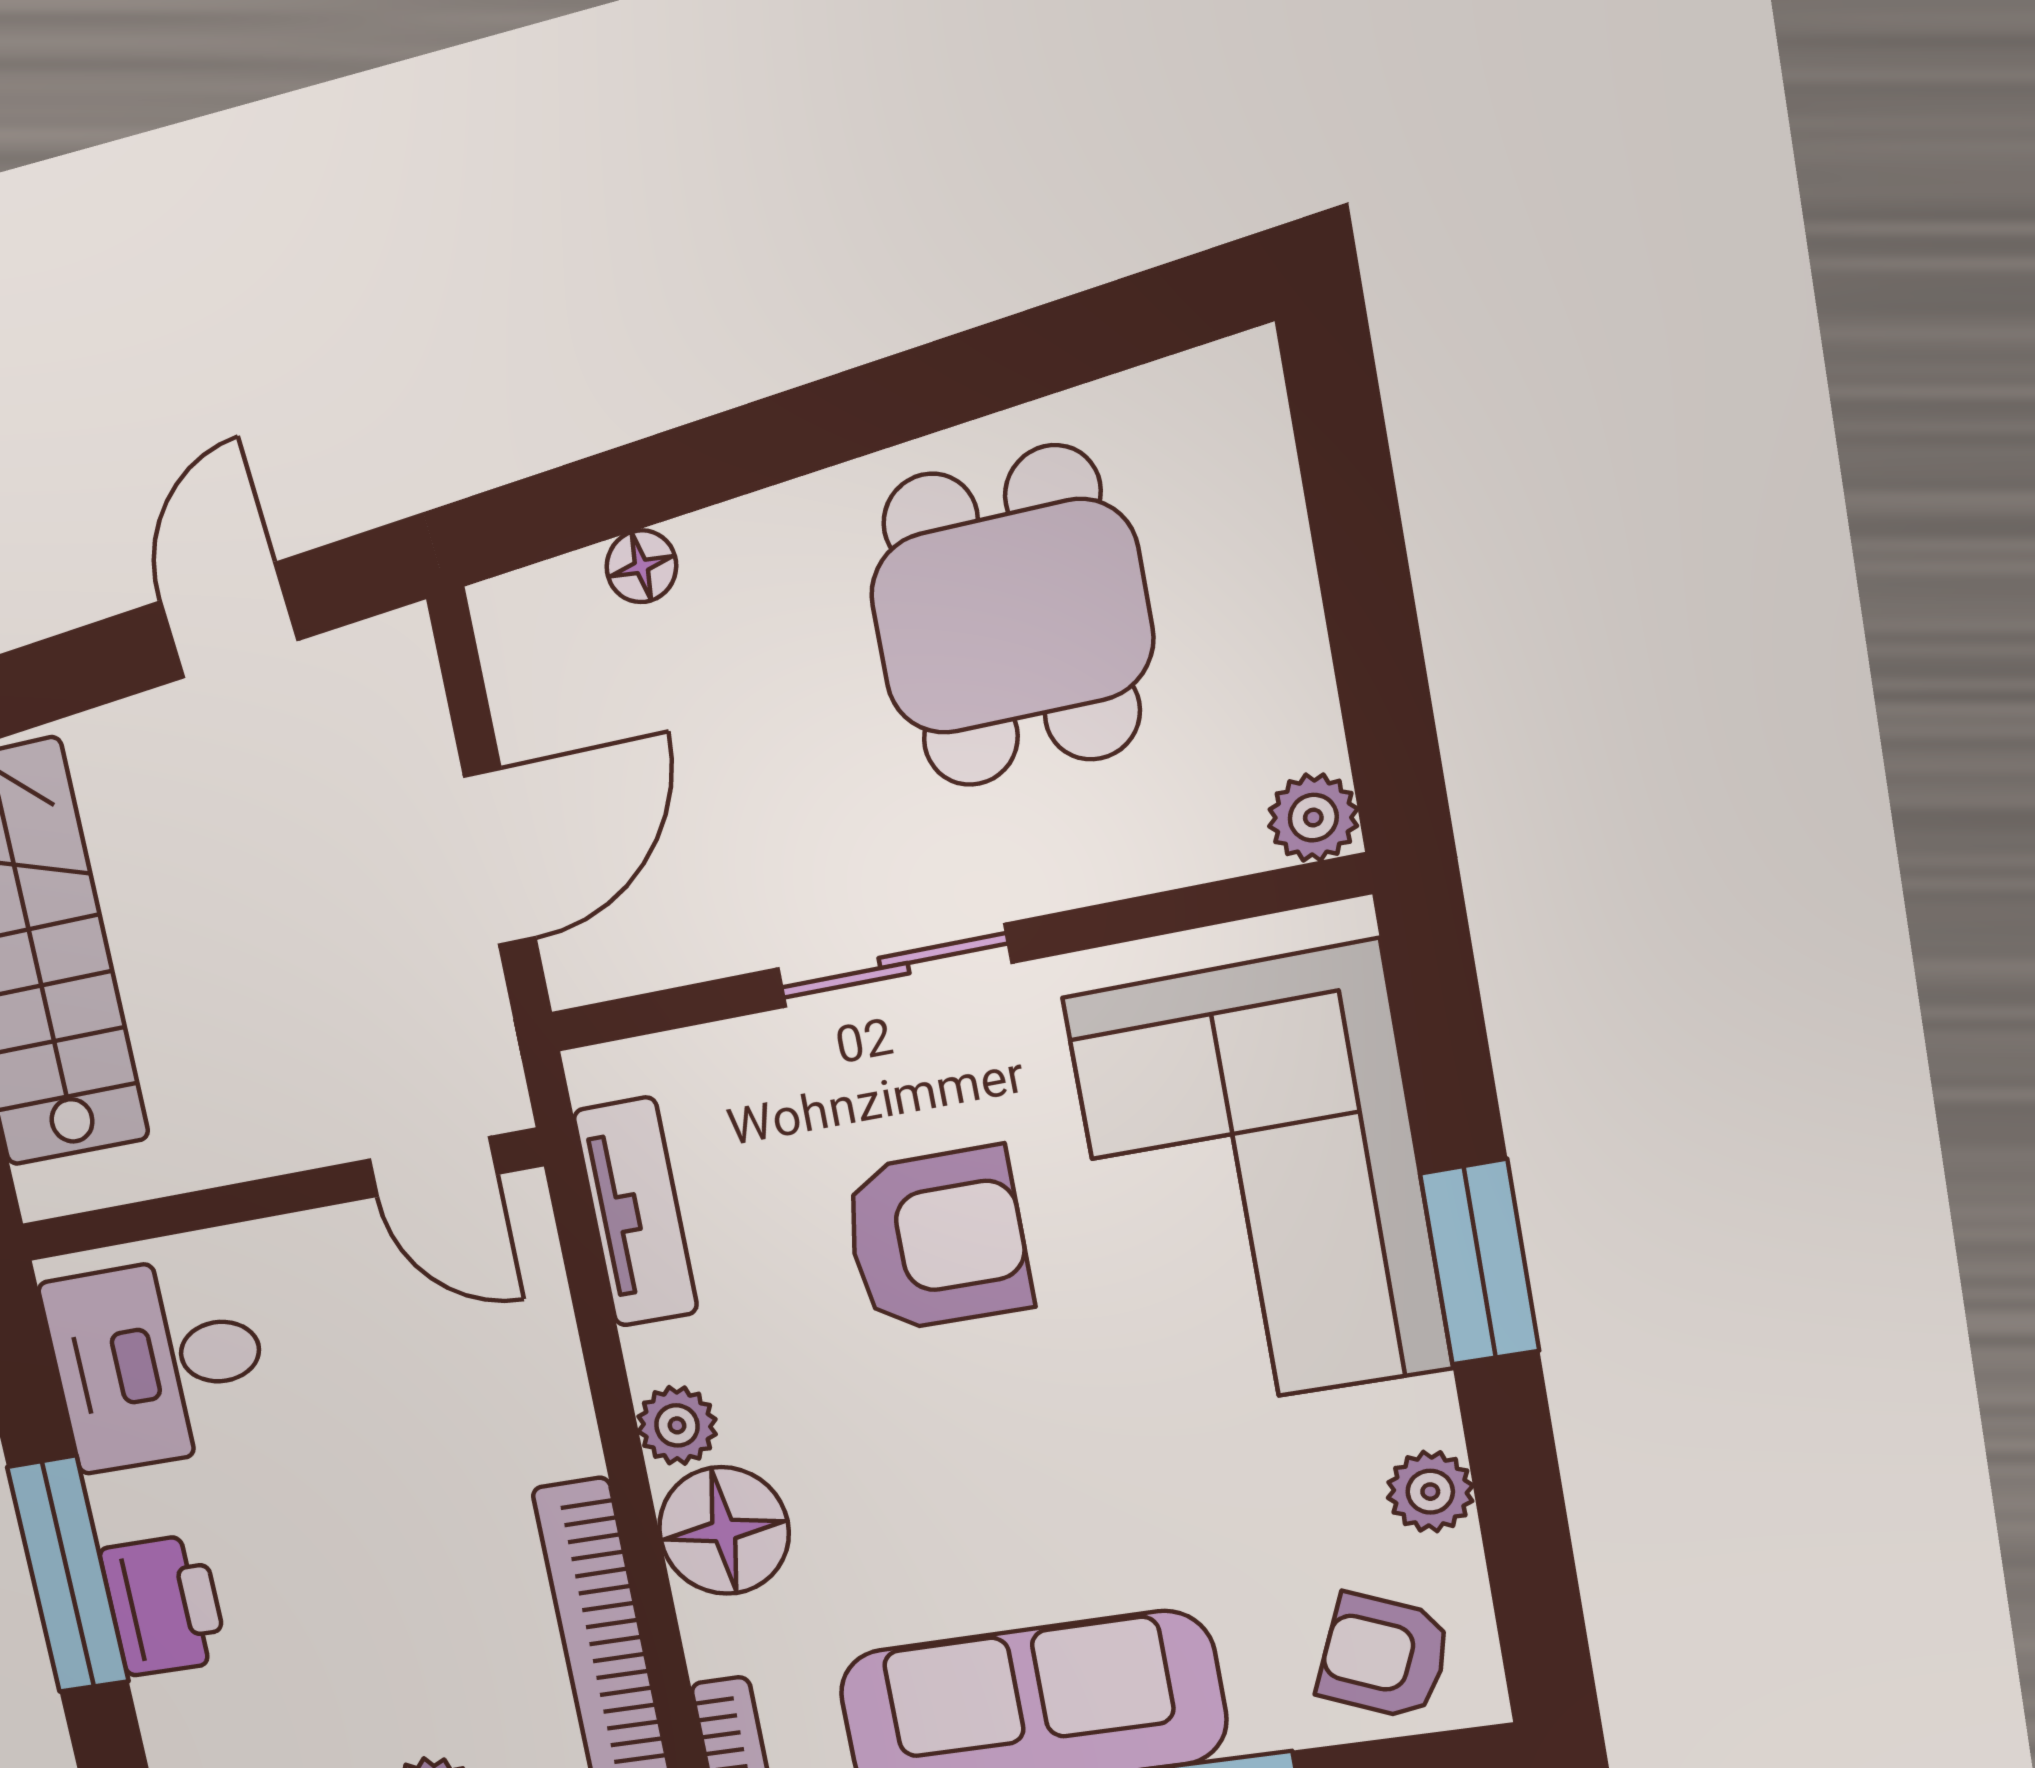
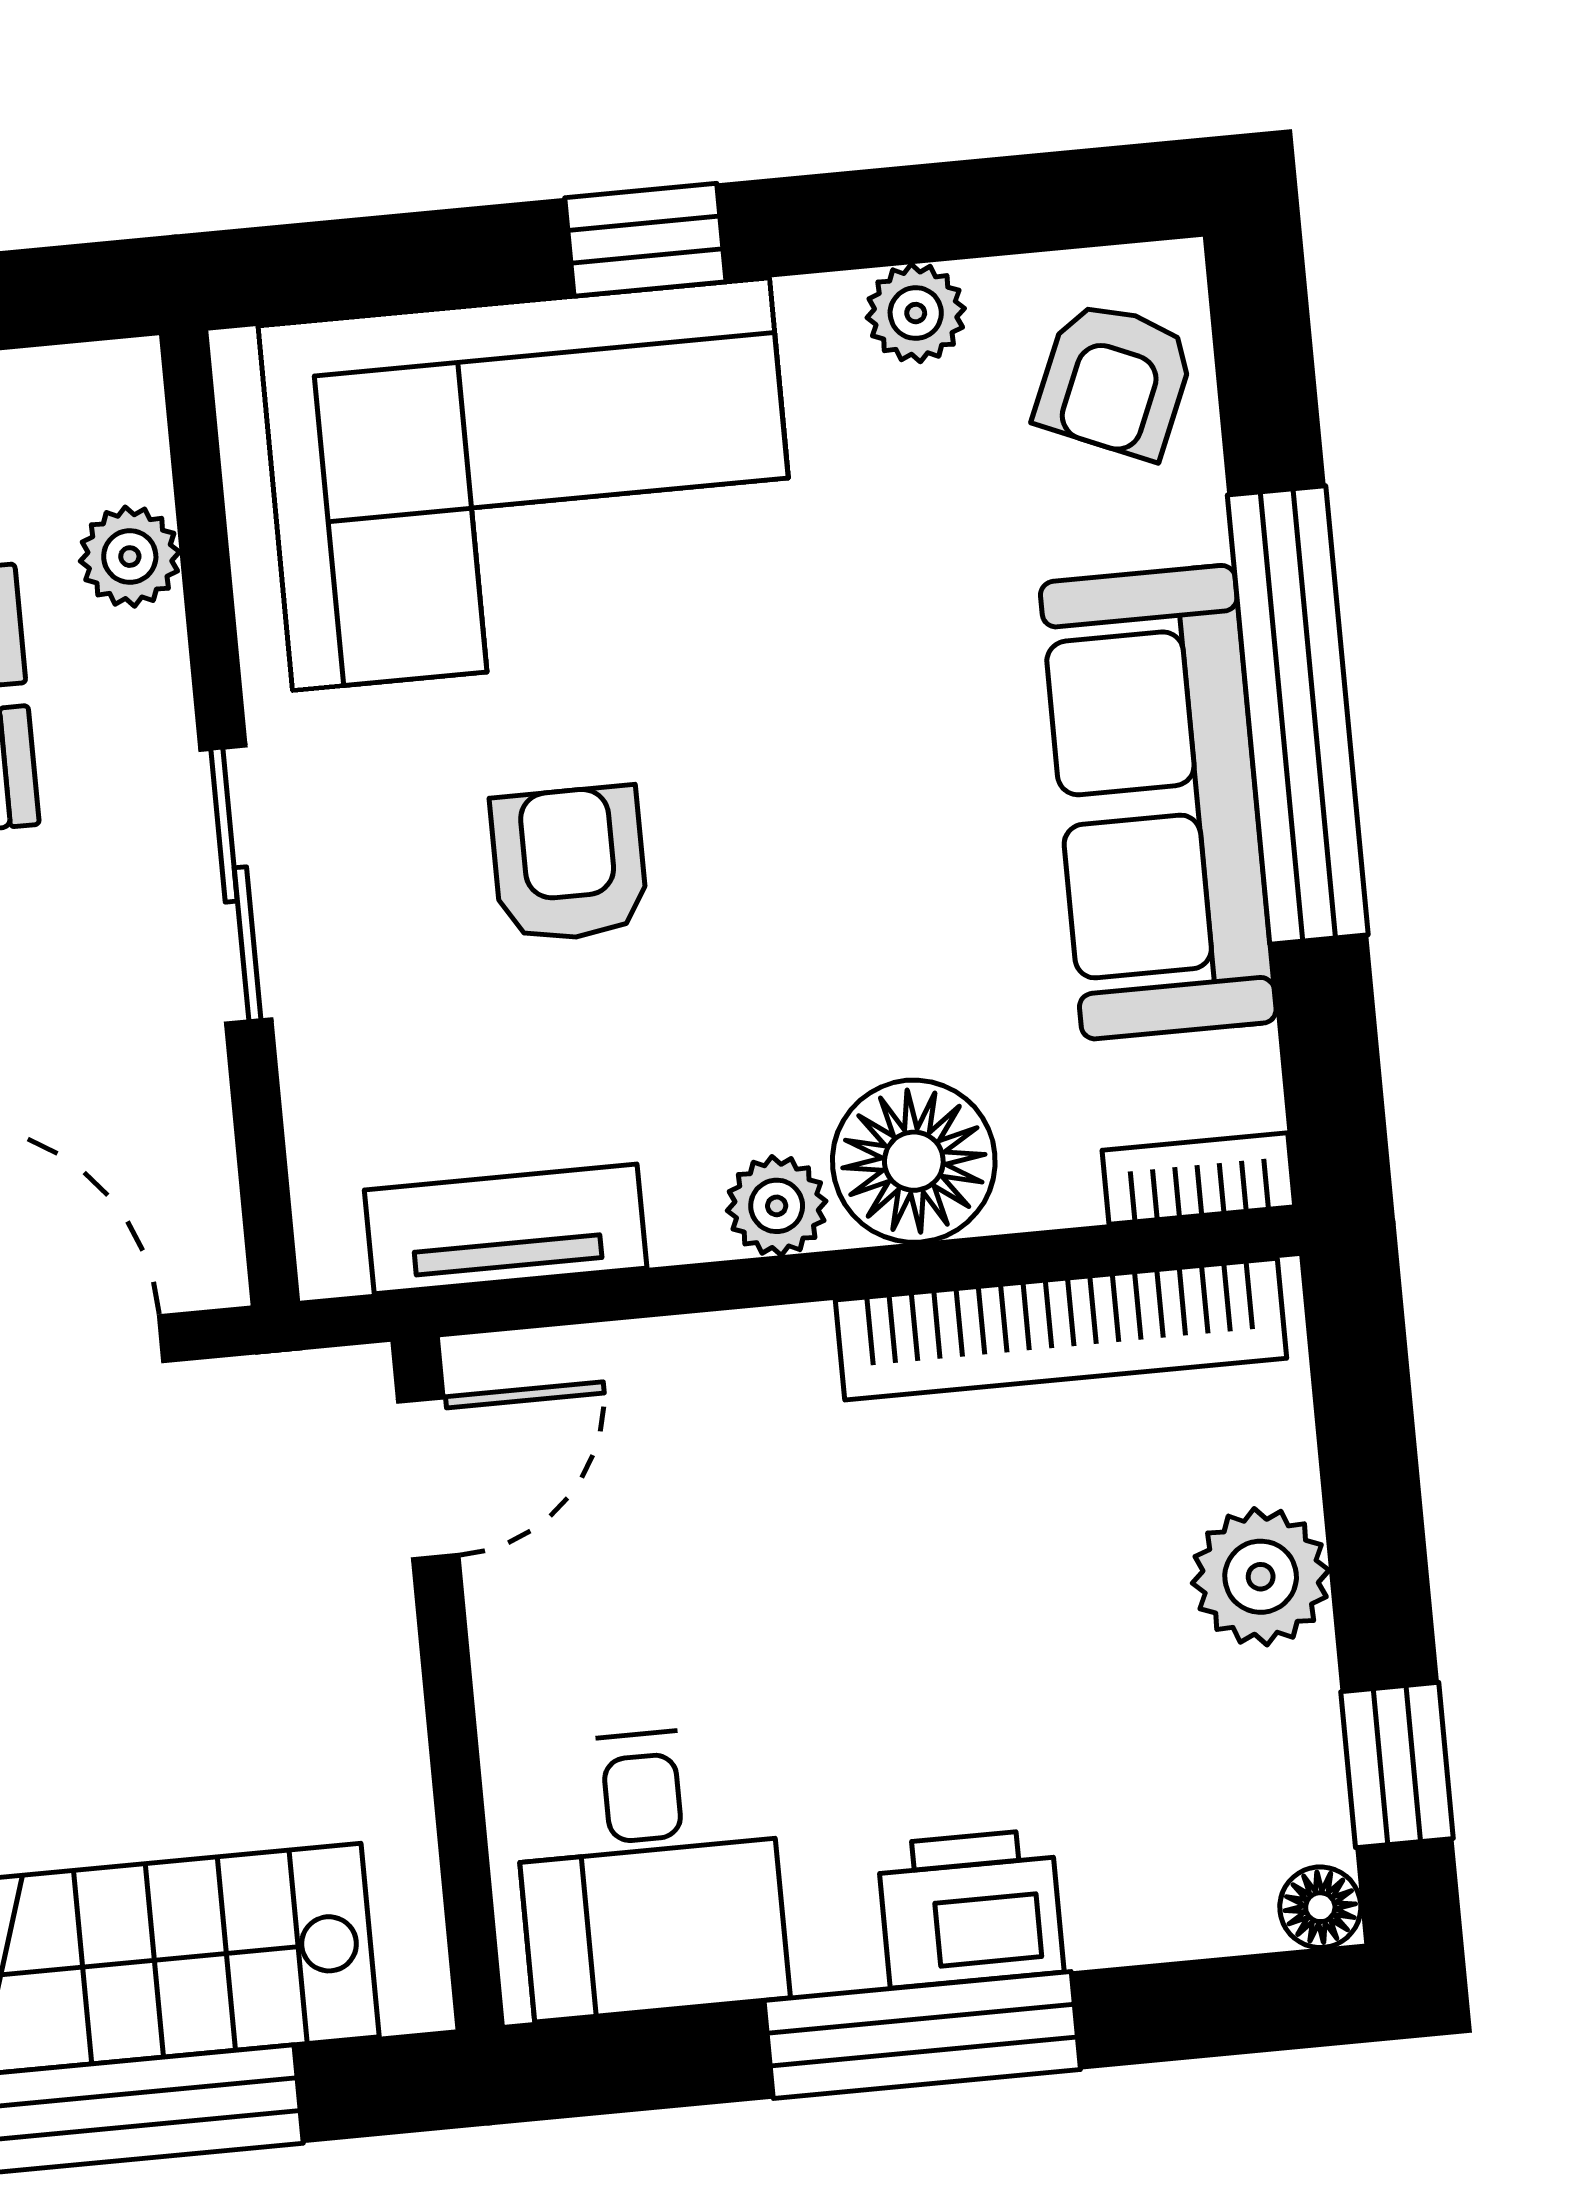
plant: (1313, 818) -> (130, 557), moved
armchair: (937, 1239) -> (569, 864), width x0.72, depth x0.72
window: (1480, 1262) -> (645, 240), width x0.67

